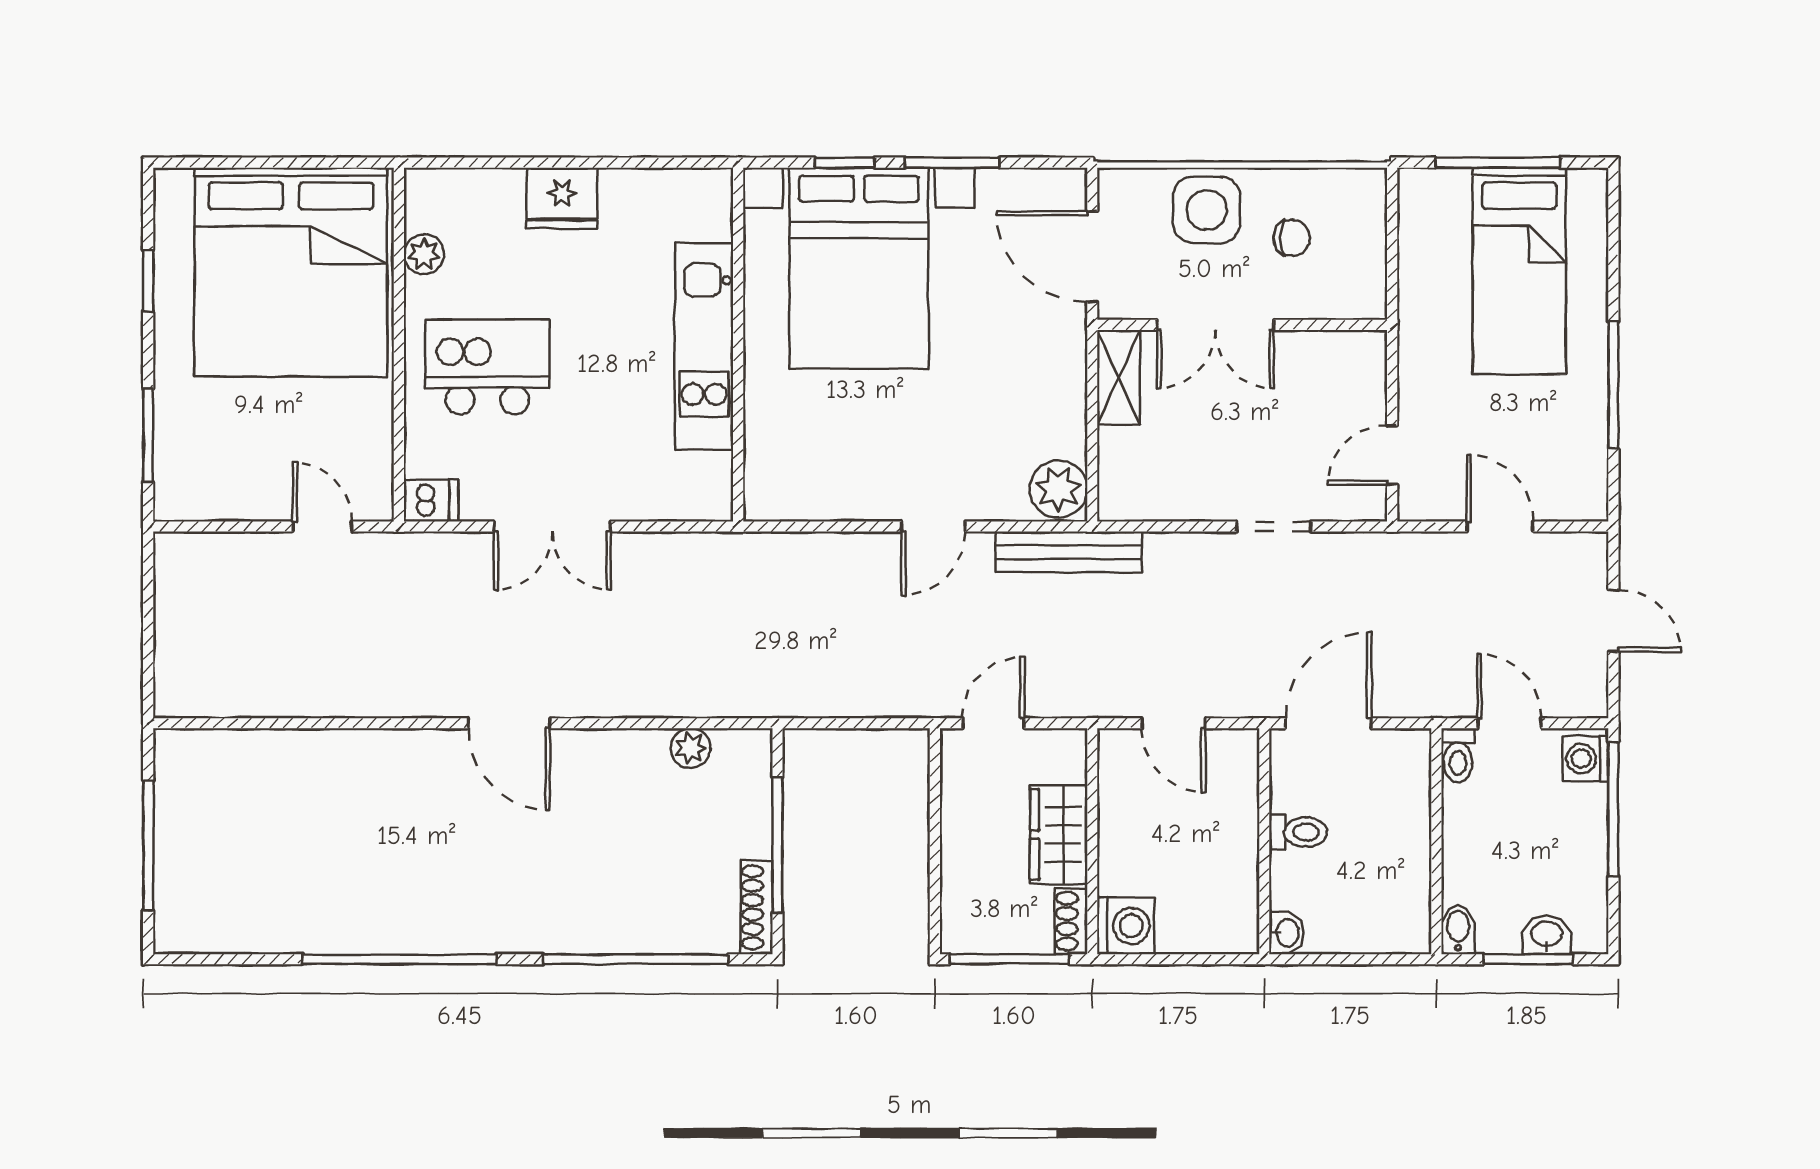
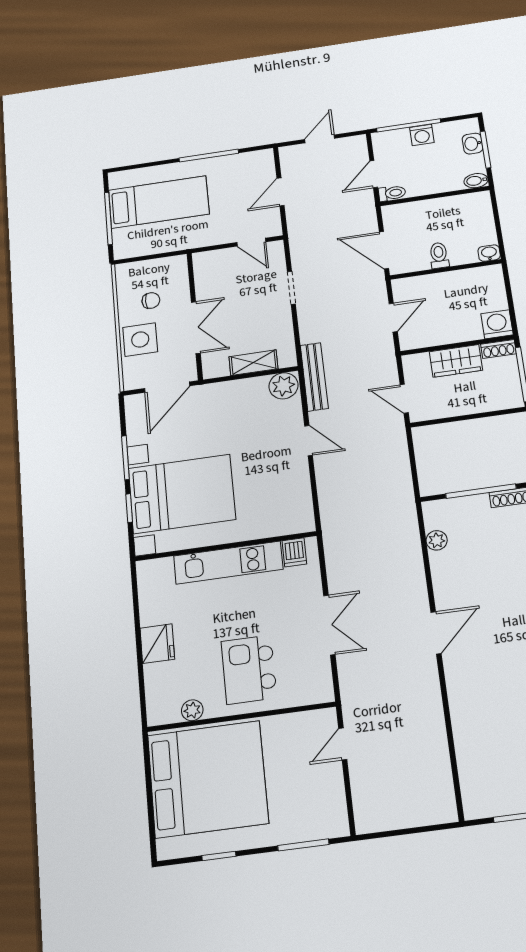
chair: (1292, 238) -> (151, 301), turned 90
shelving: (1118, 377) -> (253, 363), moved
dishwasher: (431, 501) -> (294, 552), moved, turned 180
washing machine: (1586, 759) -> (422, 135), moved

